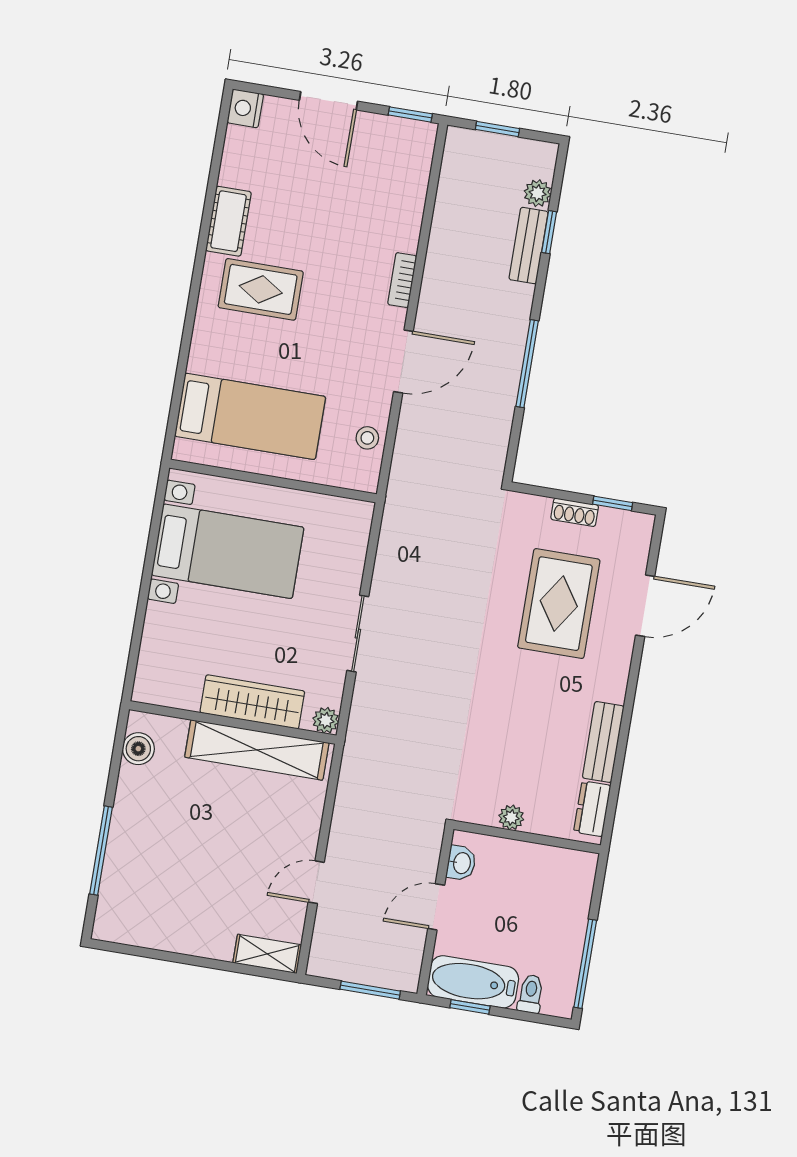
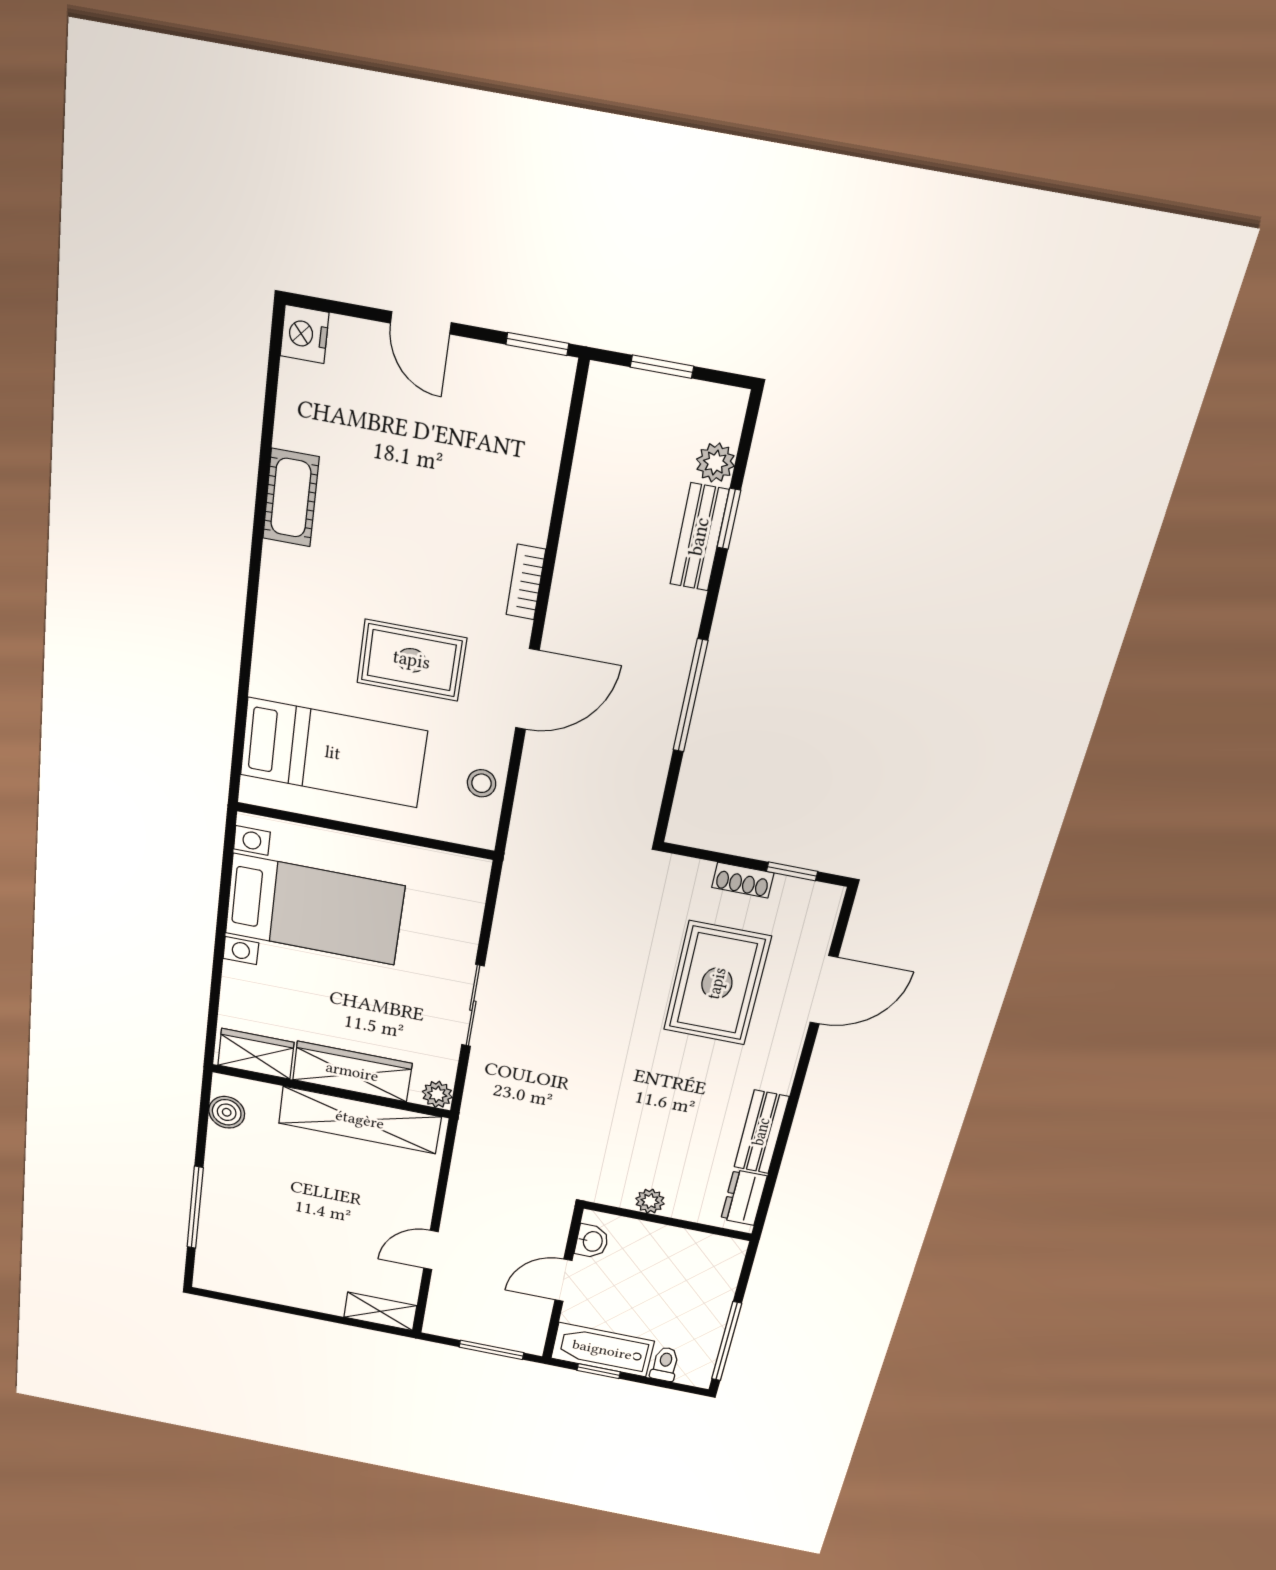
door: (329, 101) -> (421, 323), width x0.73
rug: (261, 289) -> (412, 660), moved
wardrobe: (169, 689) -> (256, 1054), added

